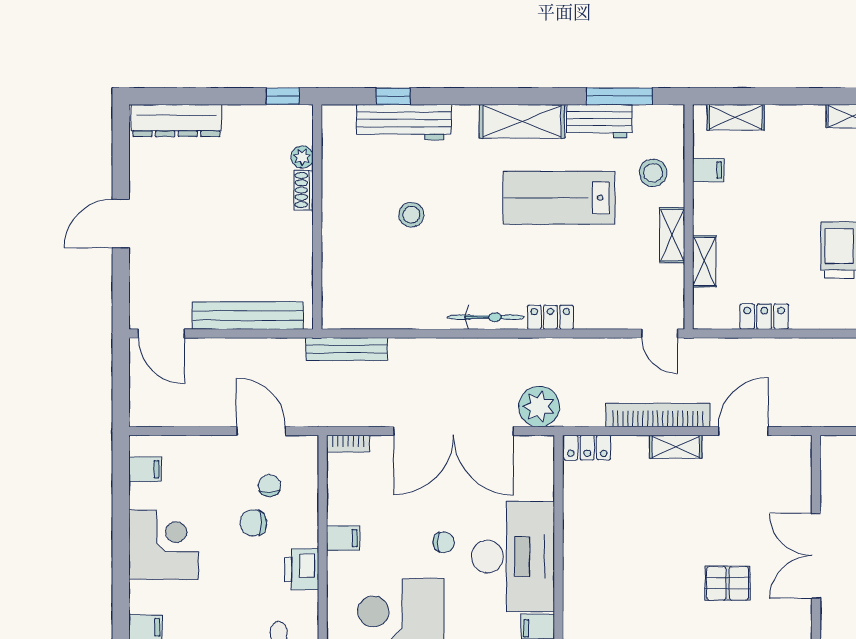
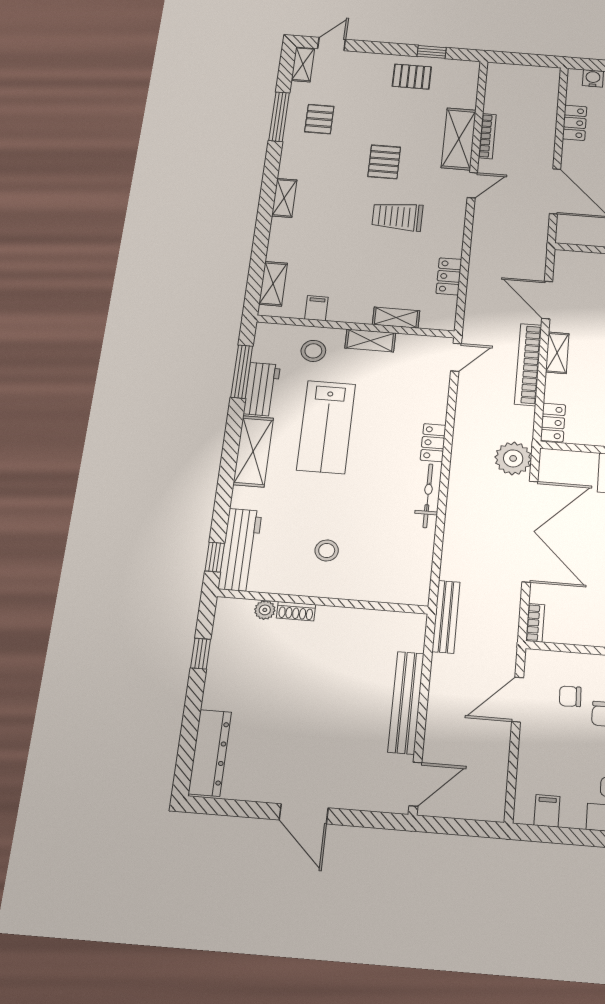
plant: (302, 157) -> (265, 610), moved
shoe rack: (304, 190) -> (296, 611), moved
wall: (317, 217) -> (323, 601), moved

